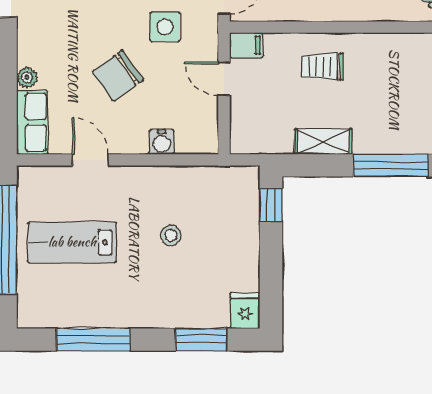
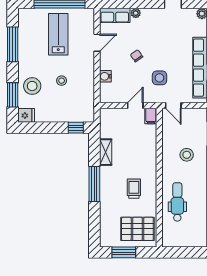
trolley: (322, 67) -> (134, 189), moved
chair: (118, 76) -> (137, 56), width x0.54, depth x0.54
stool: (182, 298) -> (32, 86), added

